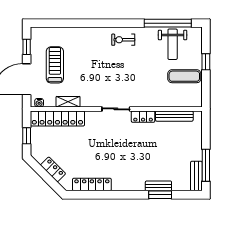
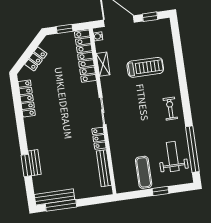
weight bench: (173, 44) -> (173, 157), turned 90
treadmill: (55, 65) -> (145, 67), moved
bench: (196, 176) -> (54, 197), width x1.36

